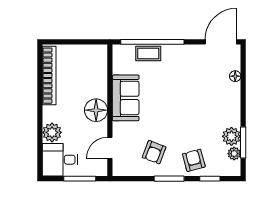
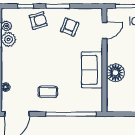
coffee table: (148, 53) -> (48, 92), moved
floor lamp: (96, 110) -> (115, 73), moved
armchair: (194, 160) -> (38, 21), turned -90

